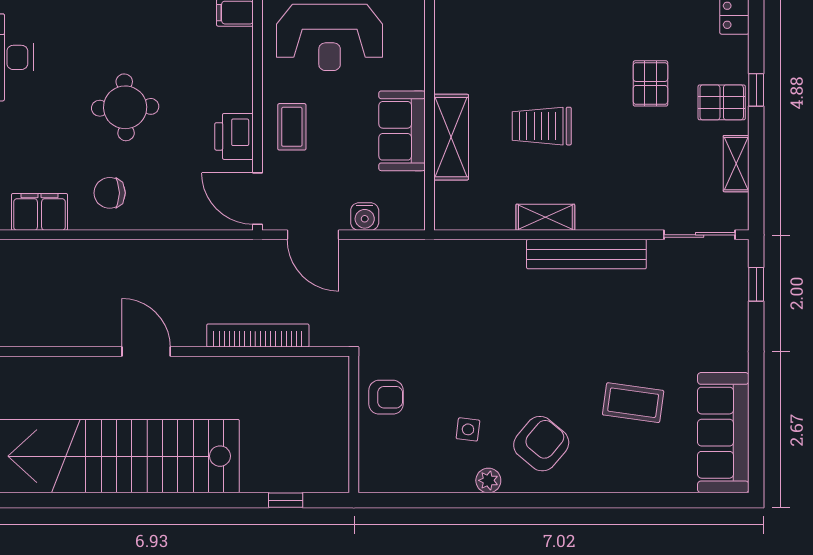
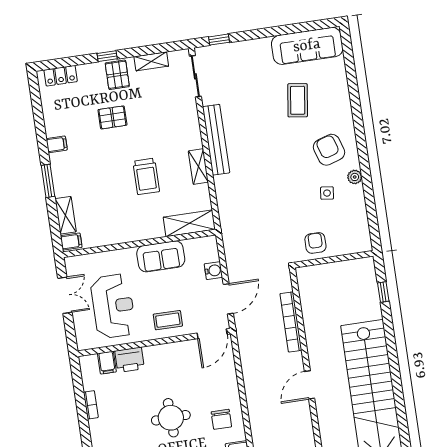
printer: (234, 136) -> (130, 360), moved
shelving: (451, 137) -> (189, 223), moved
armchair: (541, 444) -> (329, 150), turned 32

